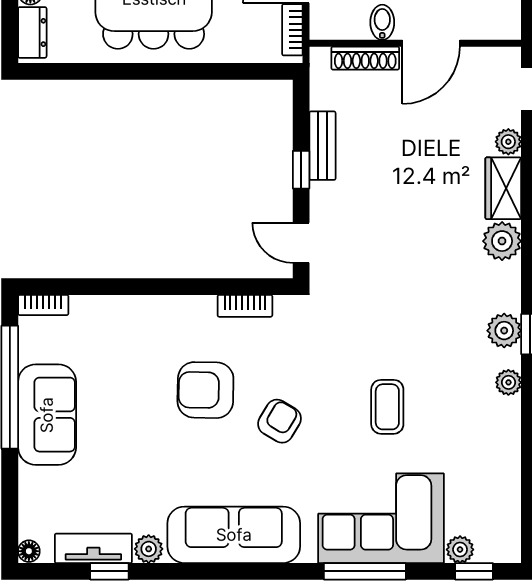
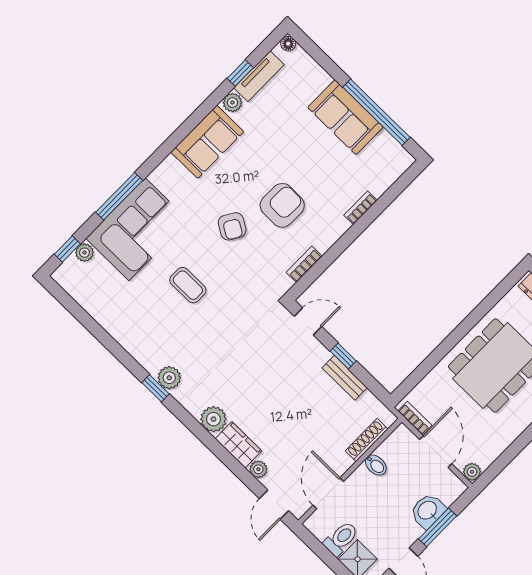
door: (431, 43) -> (328, 493), moved
bookcase: (43, 305) -> (361, 208), moved
plant: (508, 382) -> (142, 355), removed
sofa: (234, 535) -> (207, 142), width x0.73

